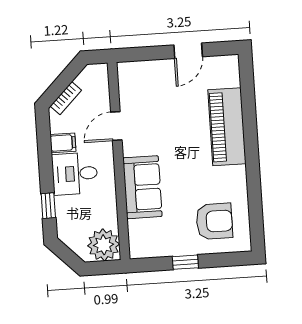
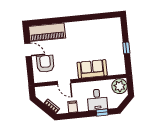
piano: (227, 127) -> (47, 32), moved
desk: (75, 174) -> (97, 100), moved
armchair: (214, 221) -> (45, 64), moved

